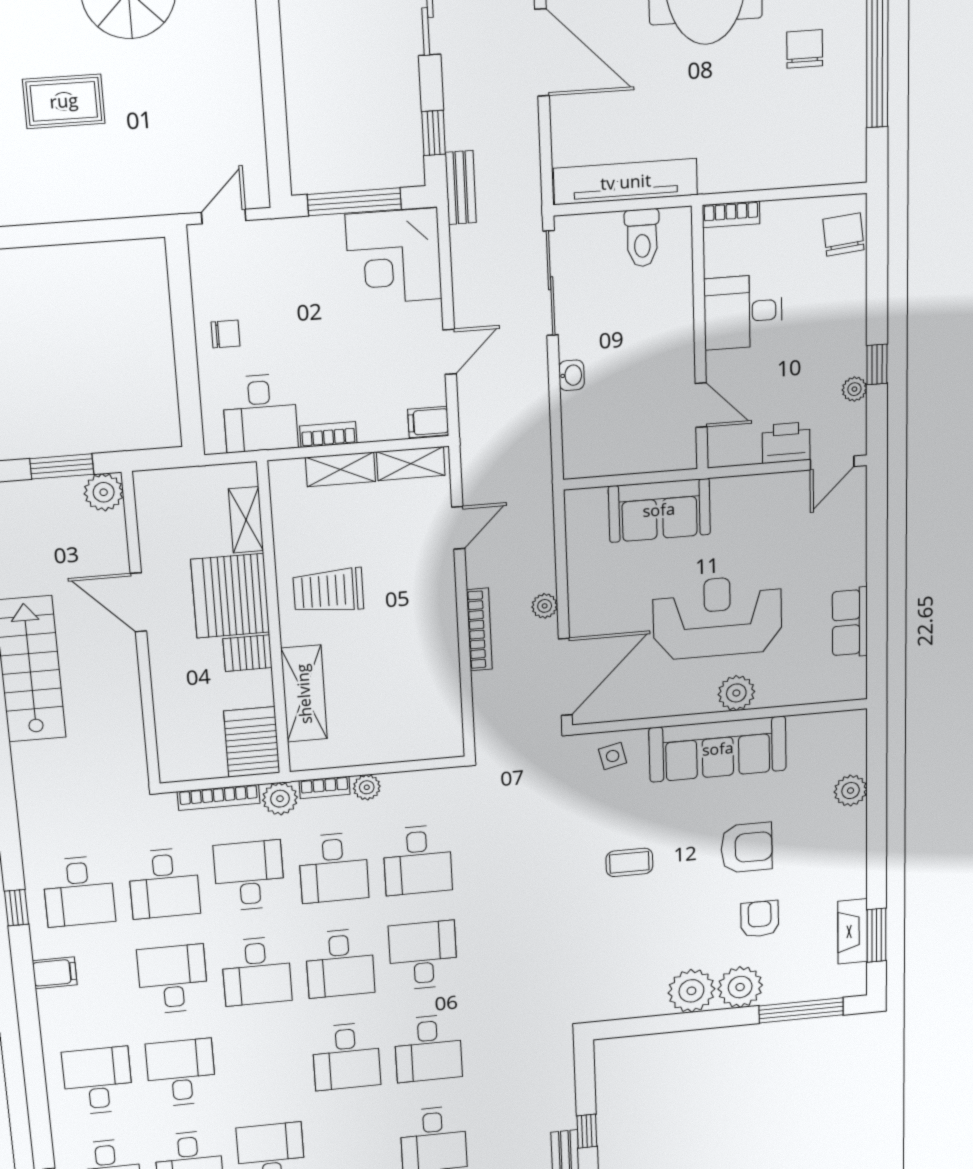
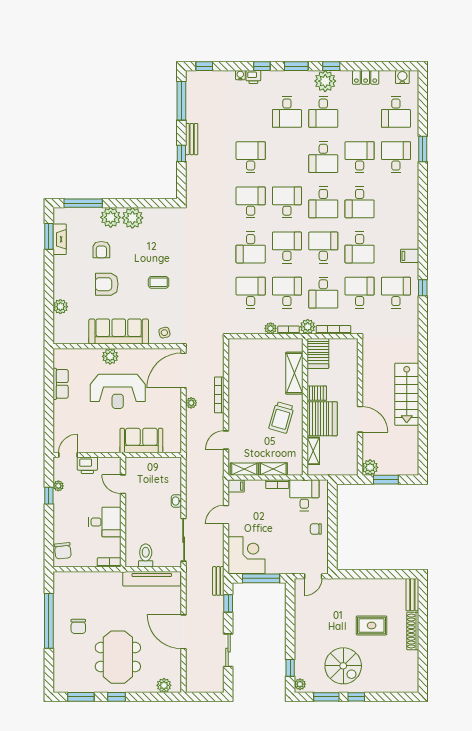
trolley: (328, 591) -> (281, 417), turned 106
desk: (98, 1081) -> (323, 202), moved

